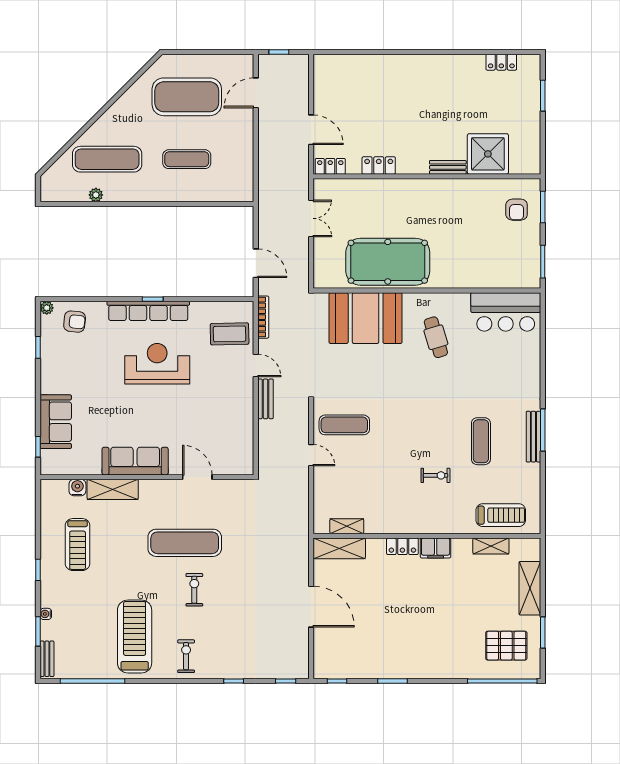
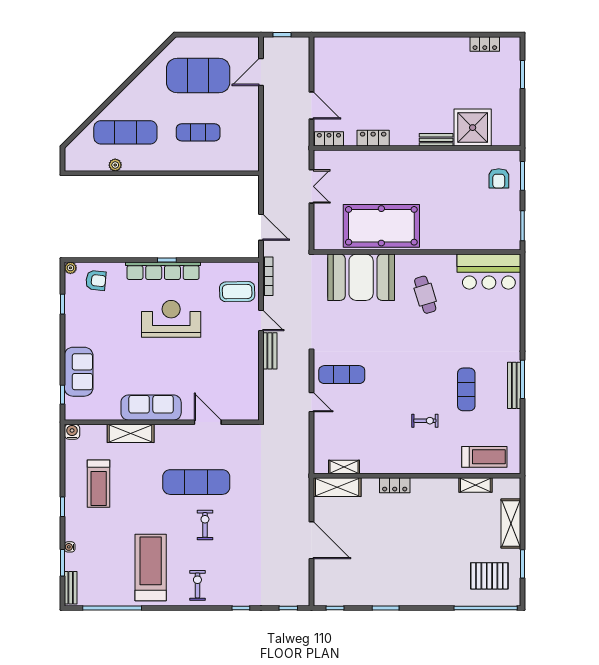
water cooler: (77, 487) -> (72, 432), moved
filing cabinet: (436, 548) -> (425, 487), removed

